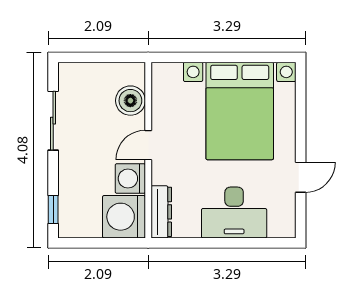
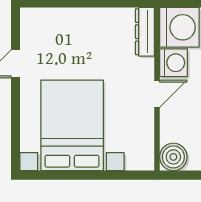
boiler: (130, 101) -> (173, 157), moved
desk: (234, 212) -> (77, 31), removed

